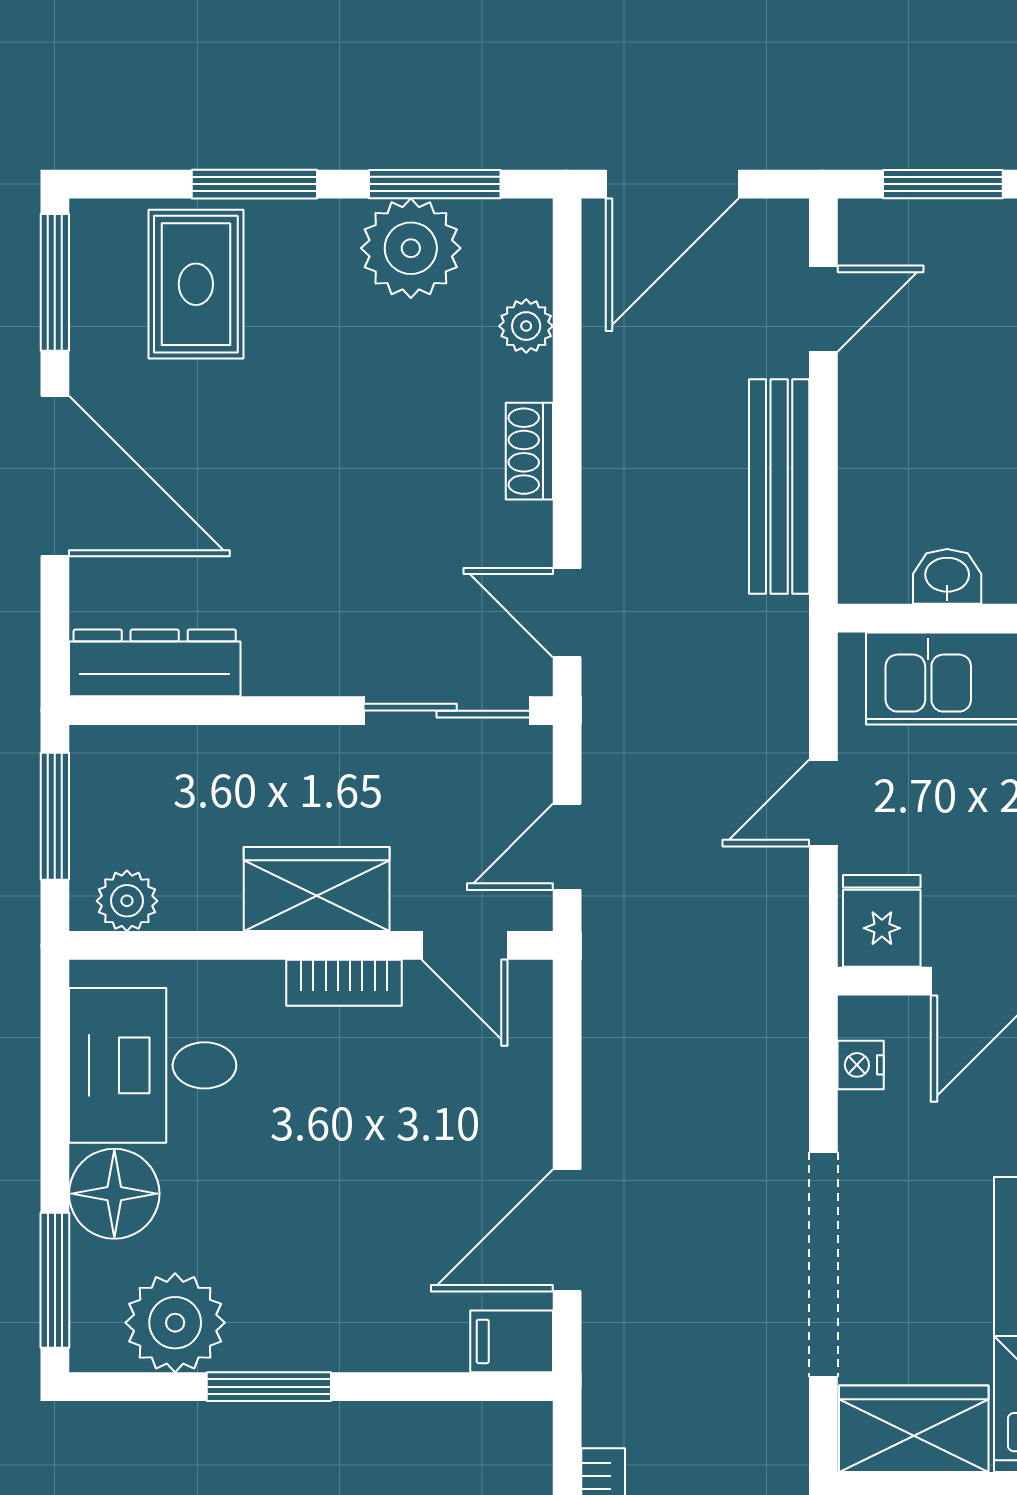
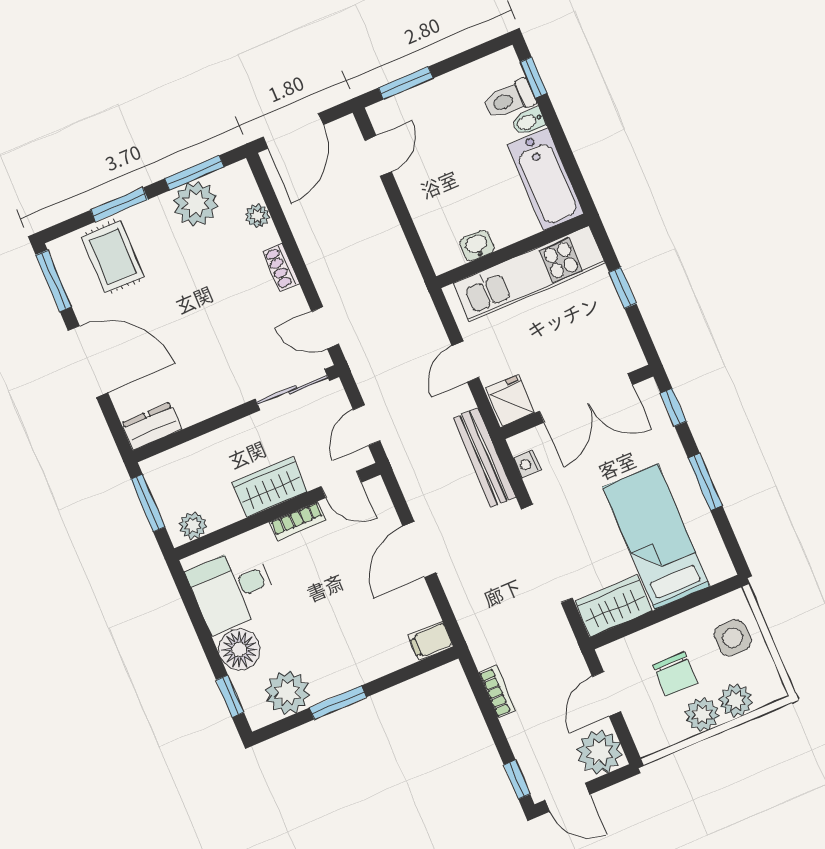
bench: (779, 487) -> (484, 458), moved
dresser: (155, 663) -> (152, 426), width x0.70
door: (567, 1230) -> (419, 549), moved
window: (55, 1280) -> (230, 696), width x0.67

